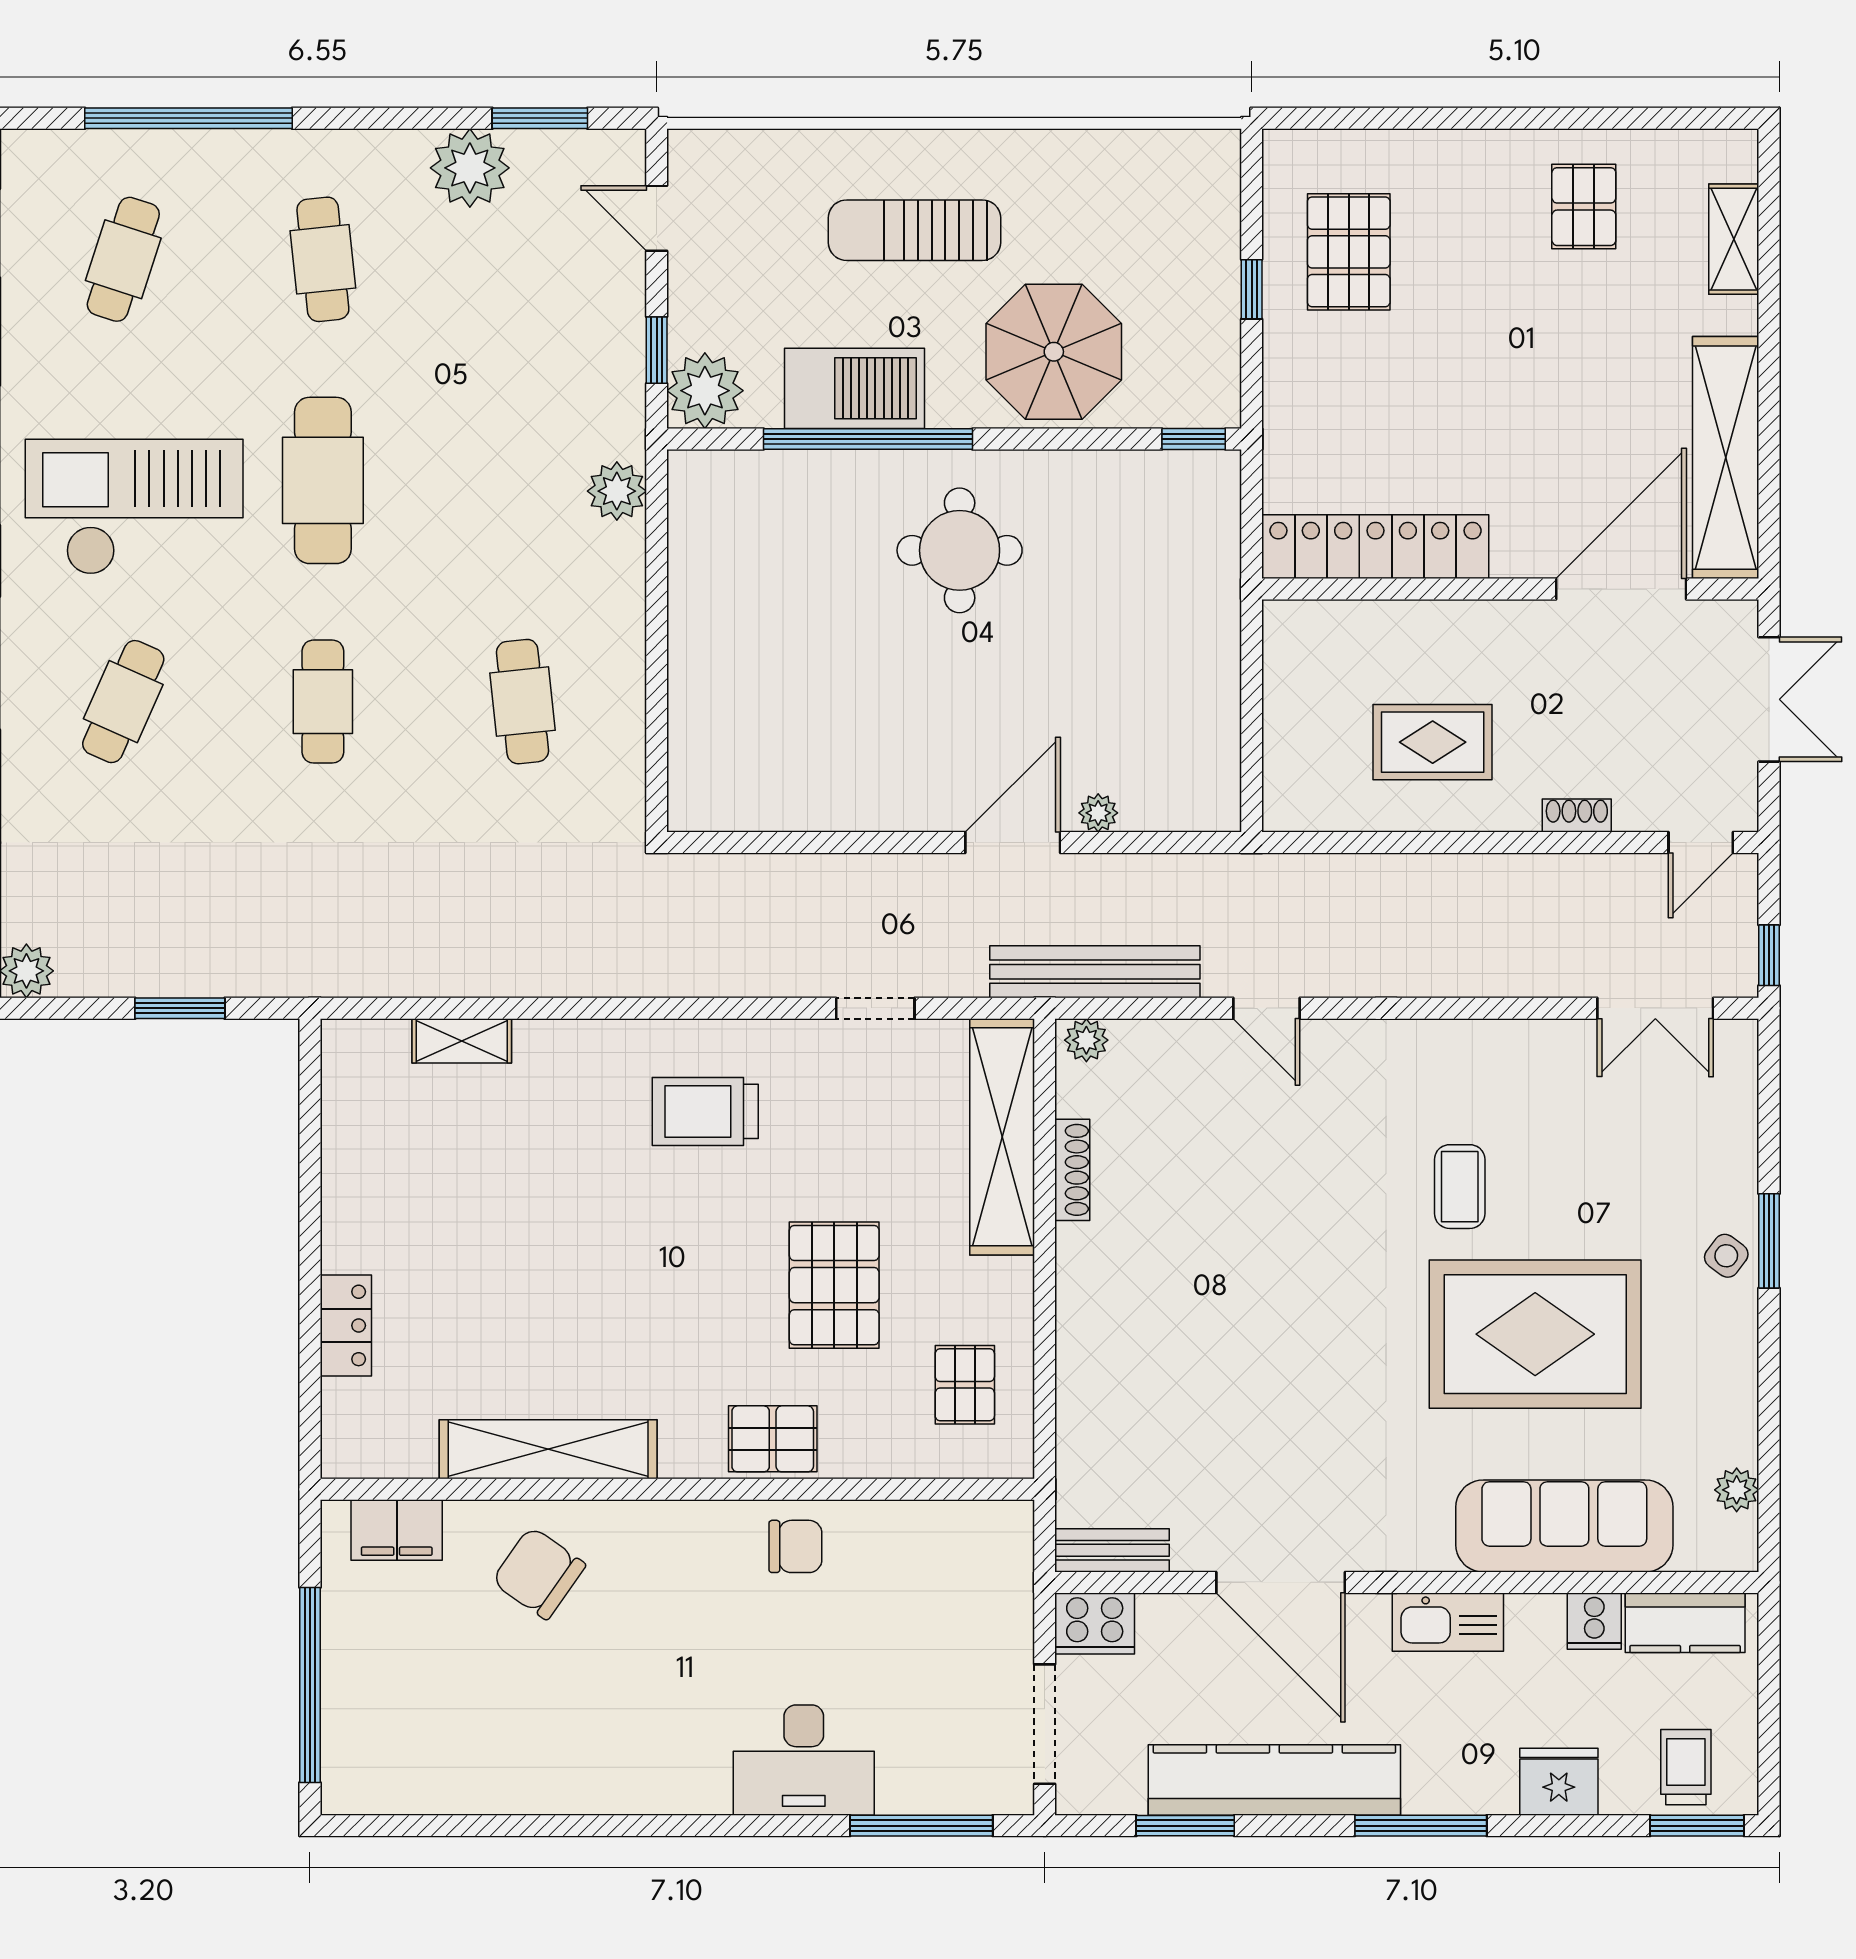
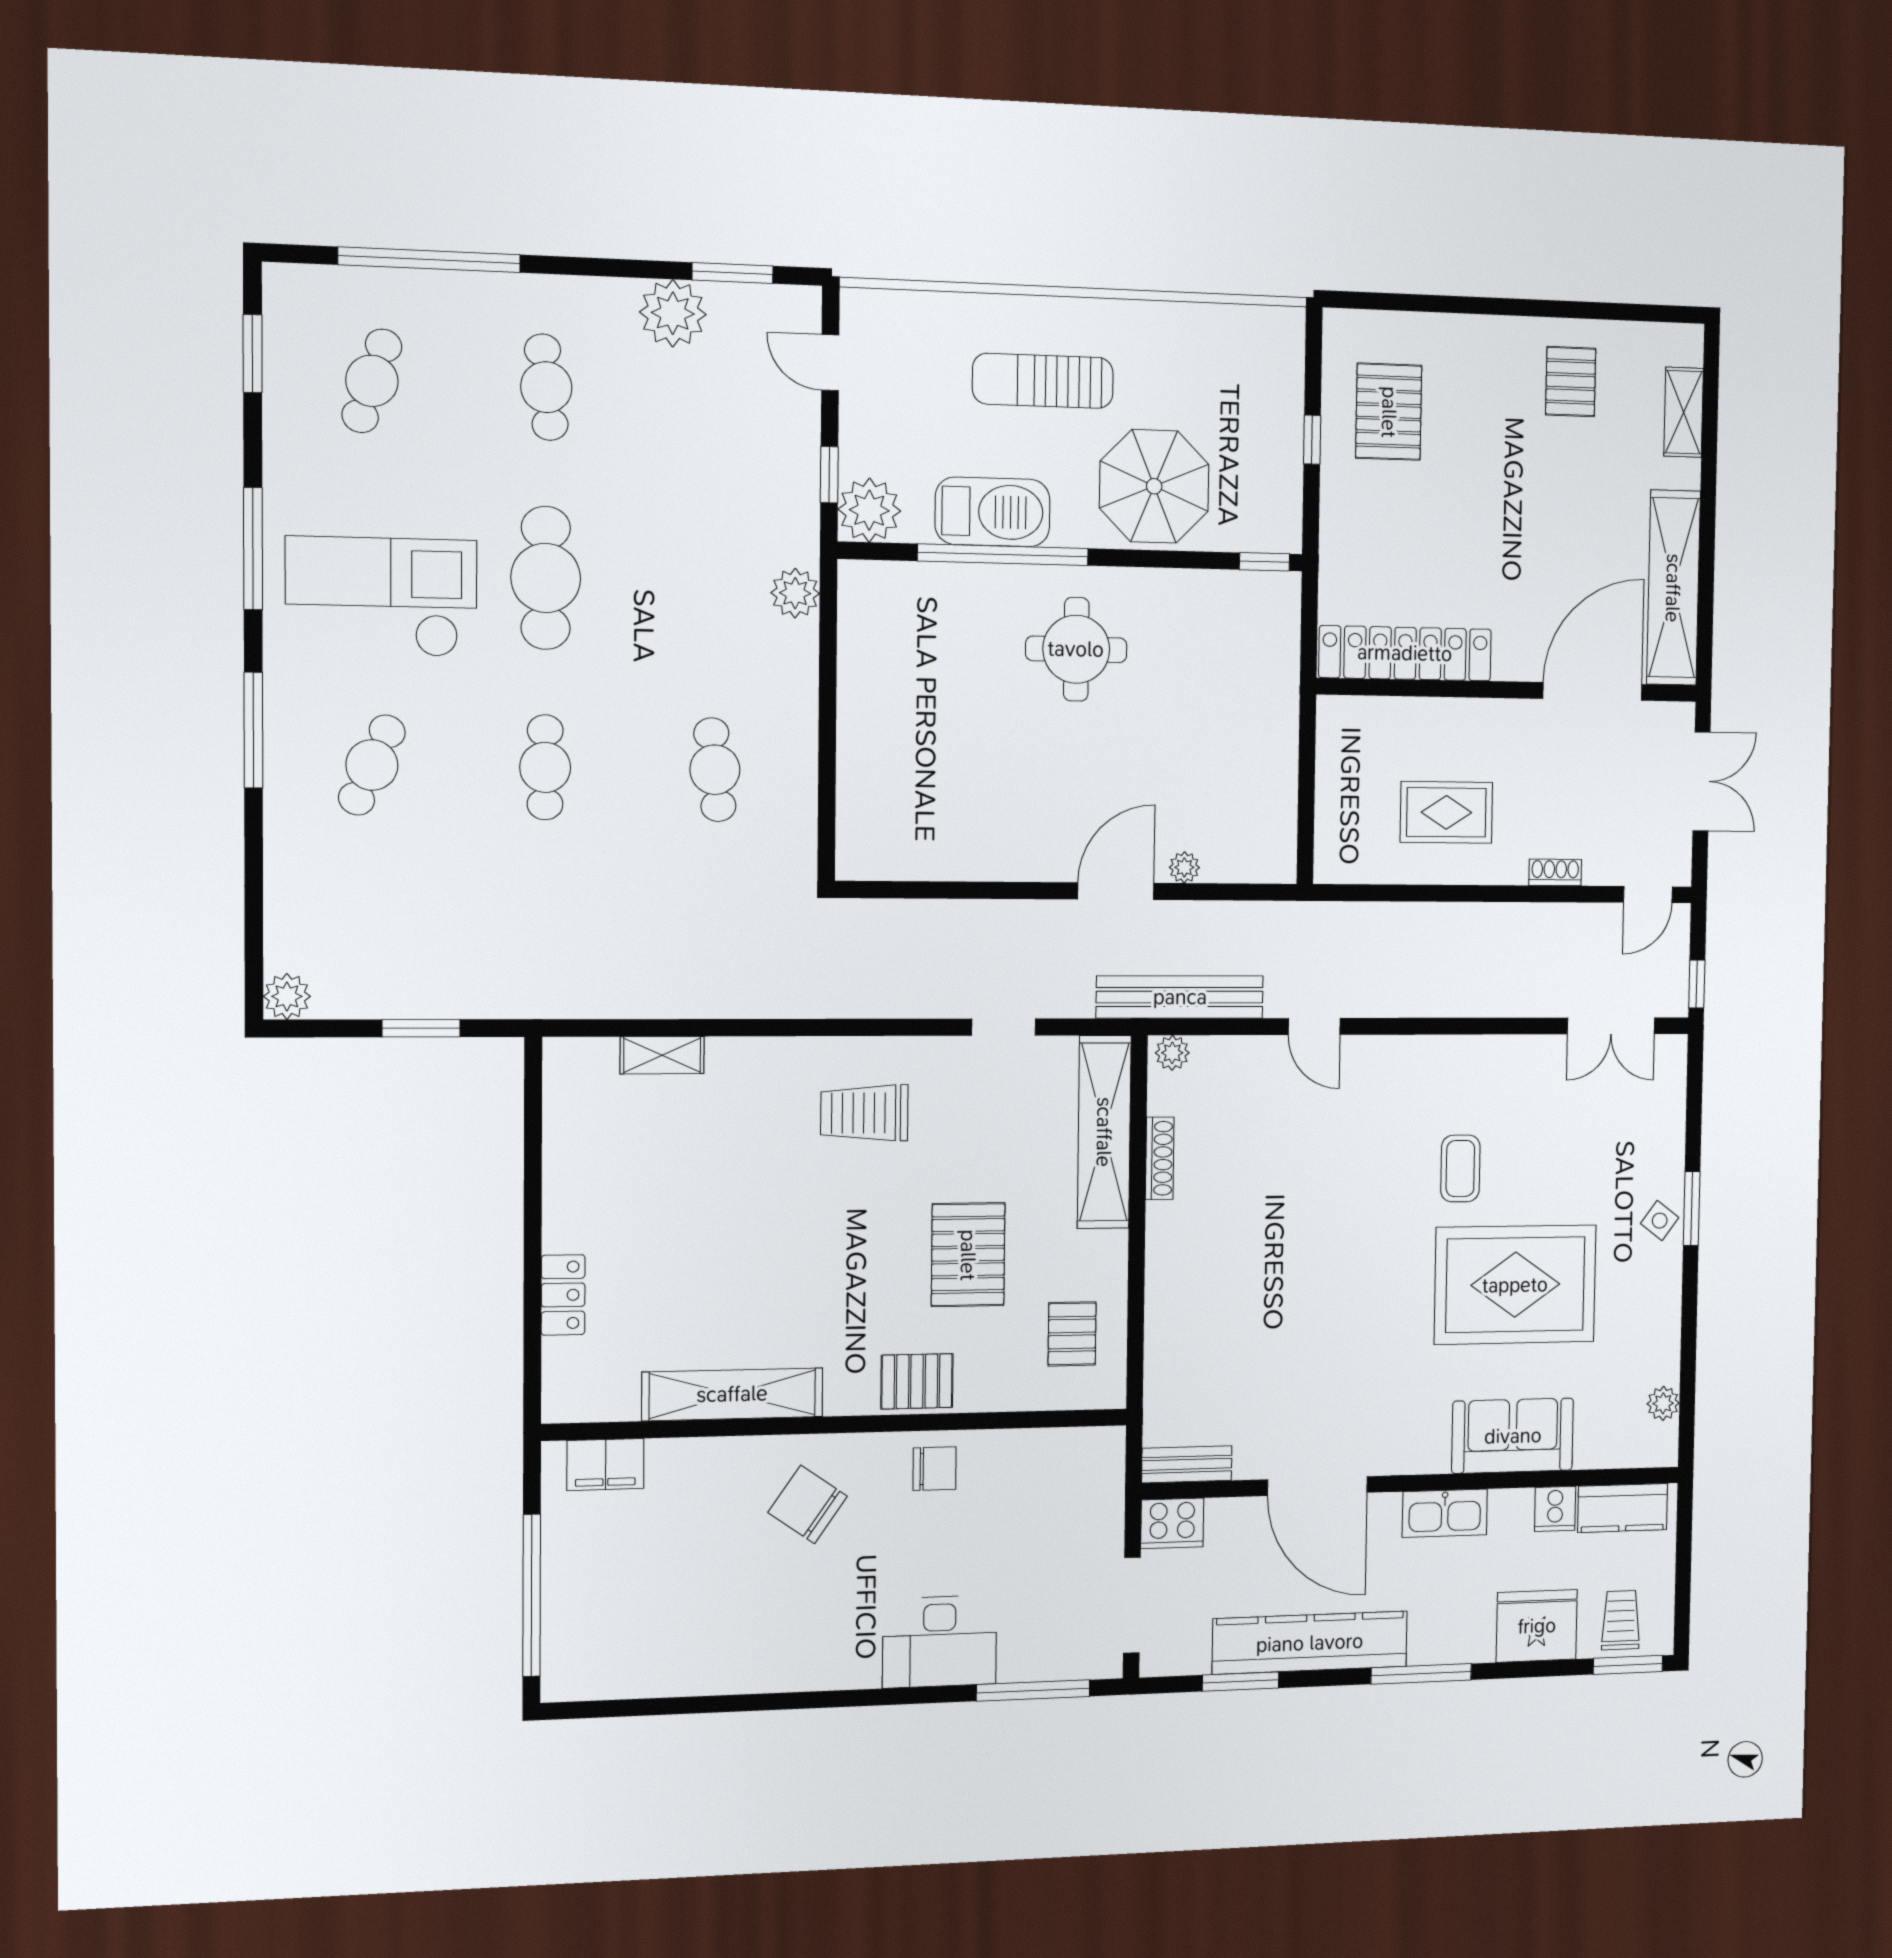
sofa: (1564, 1526) -> (1513, 1436), width x0.73
chair: (539, 1573) -> (808, 1504), moved
fridge: (1559, 1782) -> (1537, 1626), width x1.36, depth x1.34

